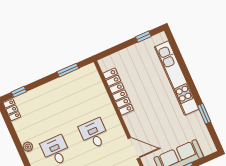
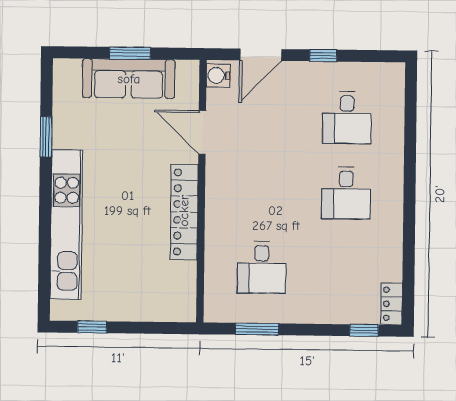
locker: (118, 92) -> (184, 212), moved
desk: (94, 134) -> (262, 267), moved
plant: (28, 147) -> (393, 224), removed

